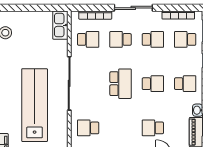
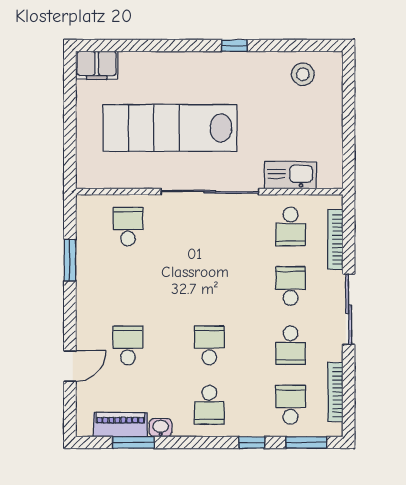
kitchen sink: (60, 25) -> (291, 175), moved
school desk: (121, 84) -> (209, 286), removed
school desk: (153, 84) -> (209, 345), turned 180
lab bench: (35, 105) -> (170, 128), turned 180

